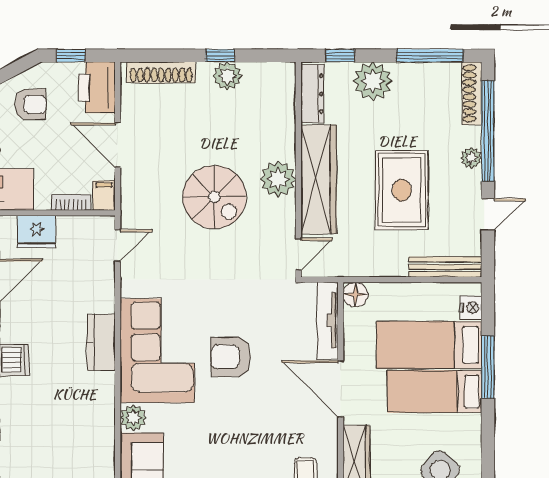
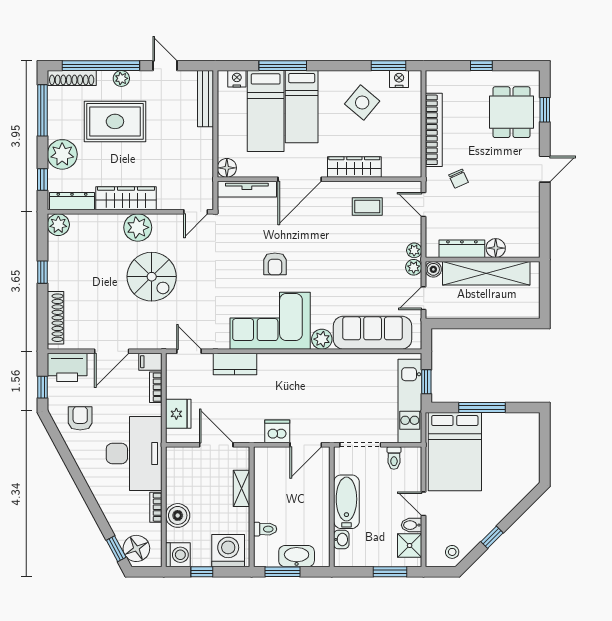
plant: (227, 76) -> (58, 225), moved
wardrobe: (319, 179) -> (126, 198), width x0.71, depth x0.85
rug: (402, 190) -> (115, 121), moved
spiral stairs: (214, 197) -> (152, 277), turned 90
door: (298, 254) -> (196, 212), swing flipped
kitchen counter: (101, 342) -> (235, 364), moved
armchair: (231, 357) -> (275, 264), width x0.72, depth x0.72

